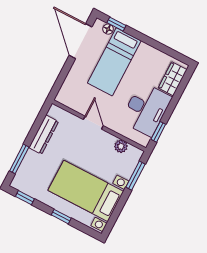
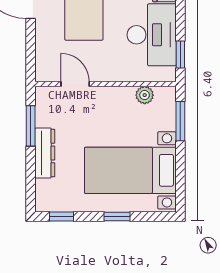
door: (93, 123) -> (75, 84), moved
dresser: (44, 135) -> (45, 153), moved
window: (19, 159) -> (31, 126), moved

